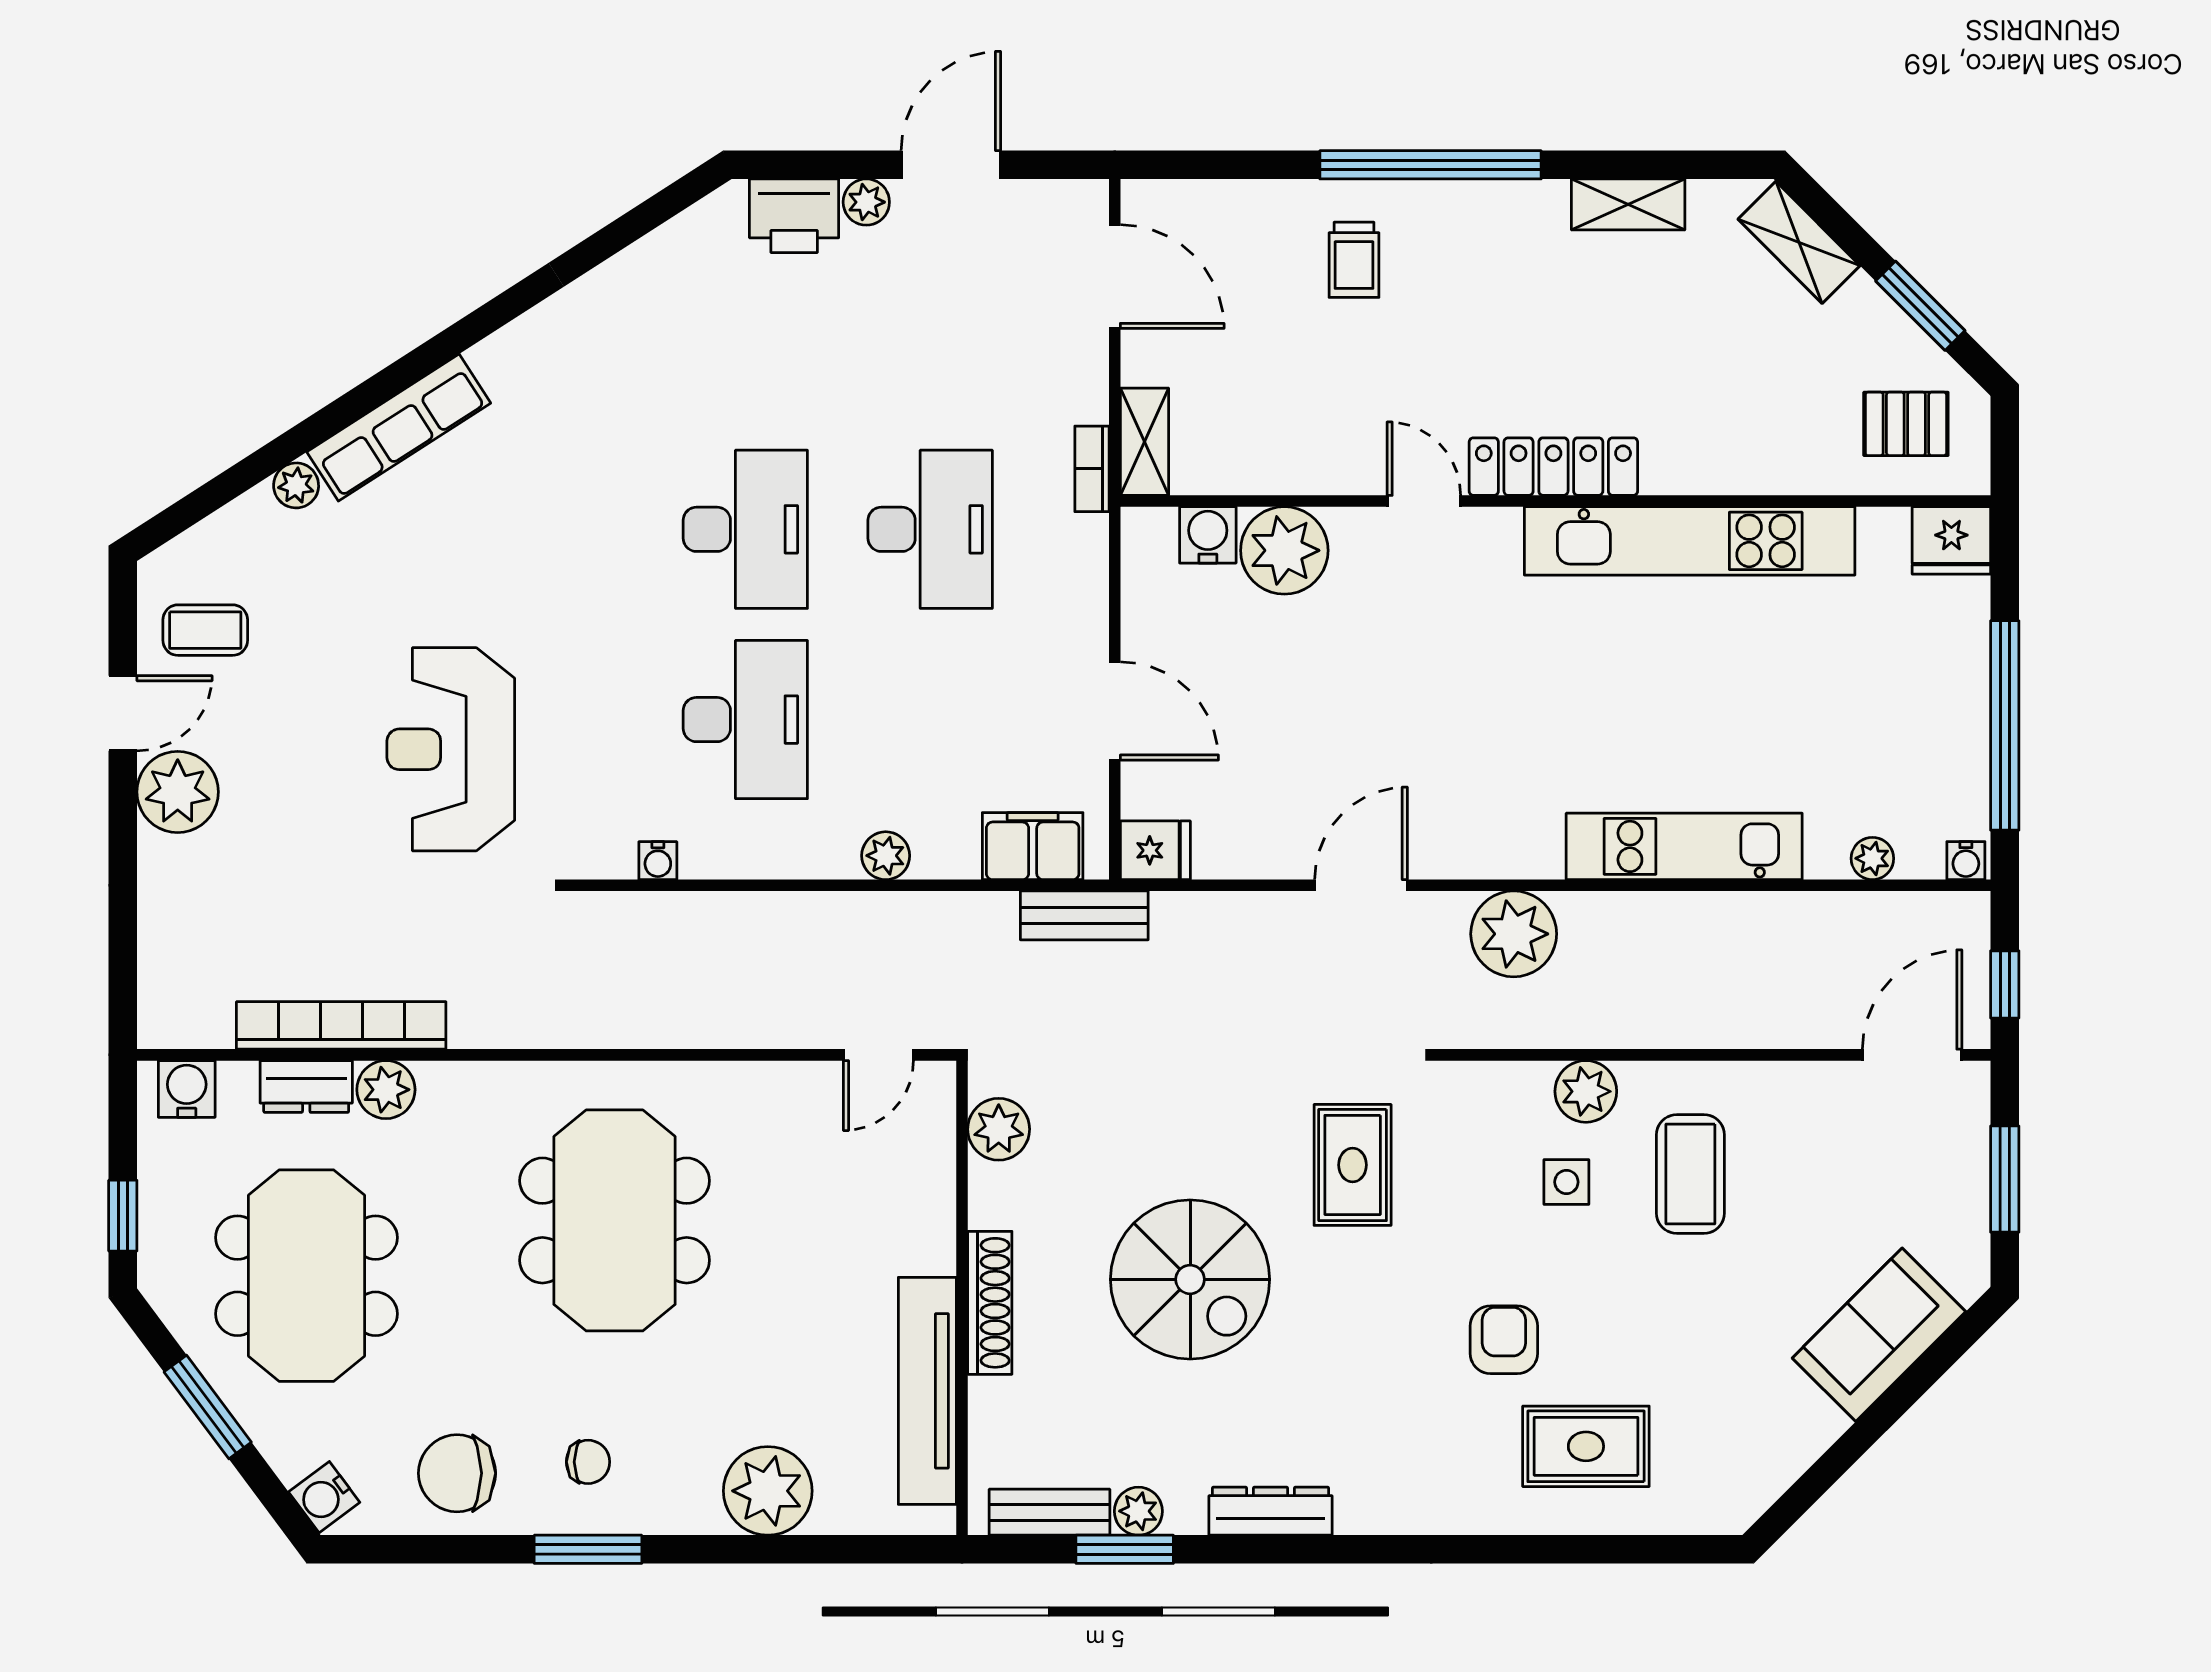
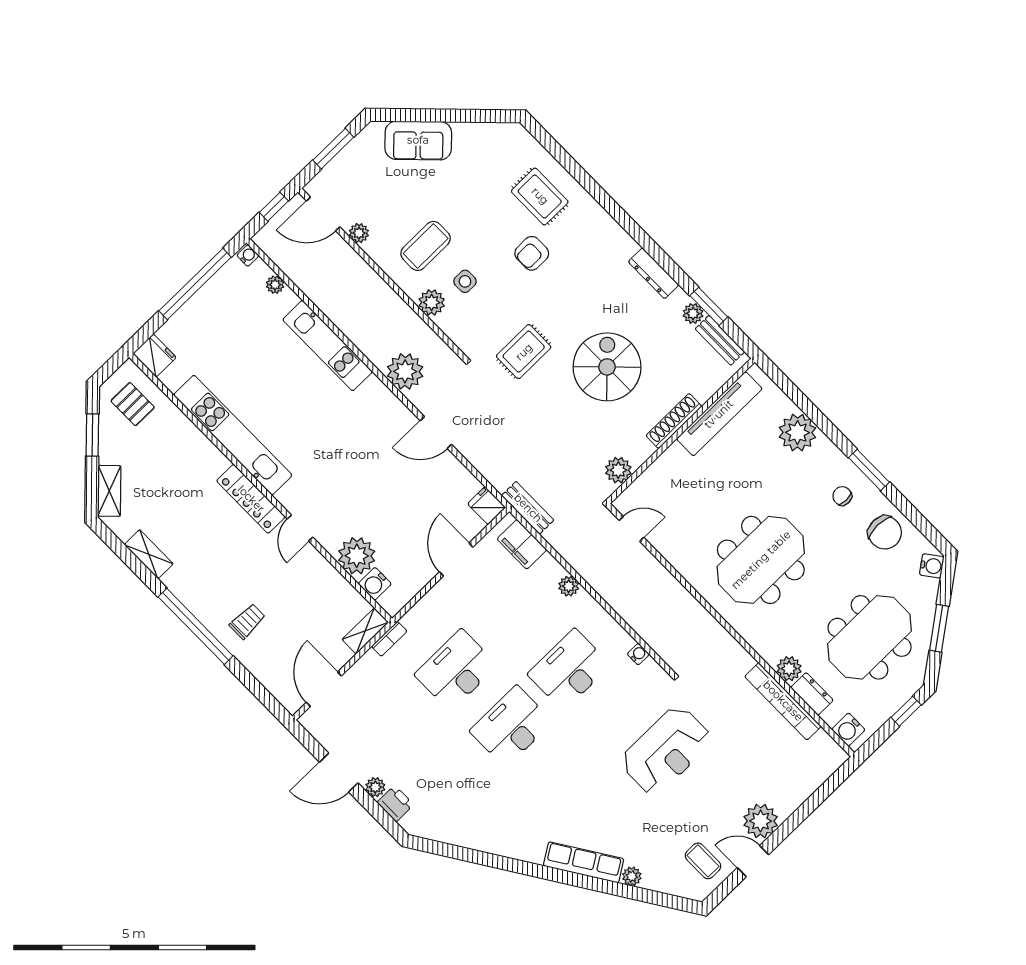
printer: (794, 216) -> (395, 804), width x0.73, depth x0.81
plant: (1821, 1084) -> (359, 233), added

